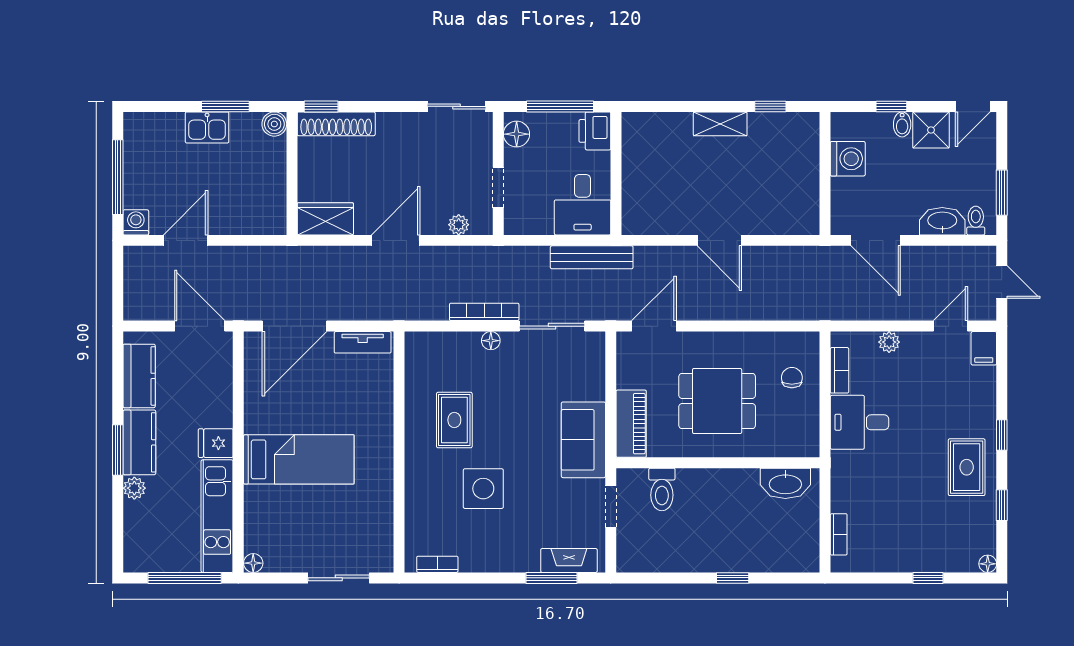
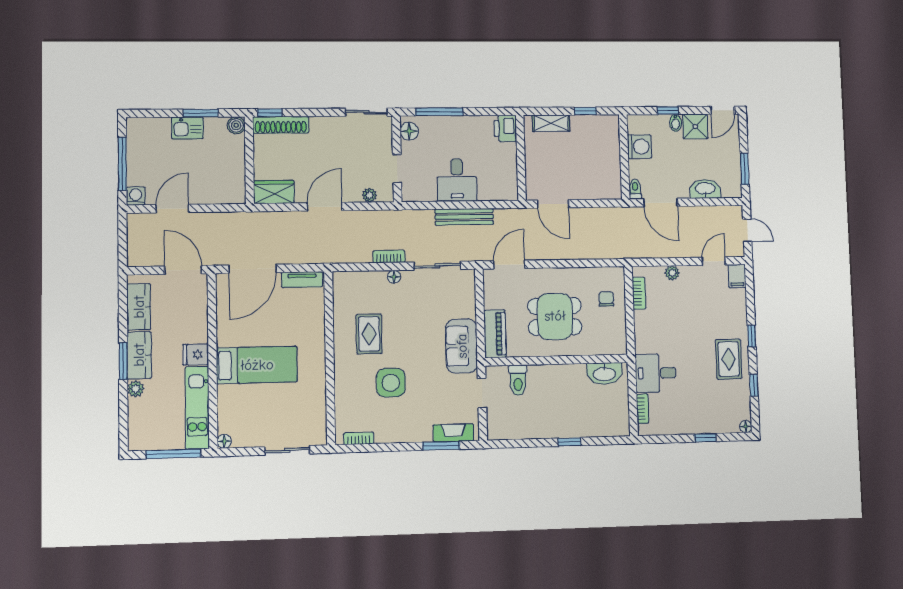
printer: (595, 131) -> (505, 128), moved
wall: (616, 173) -> (521, 158), moved
toilet: (976, 221) -> (635, 189), moved
bookcase: (484, 312) -> (389, 256), width x0.64
desk: (860, 422) -> (656, 373), moved

